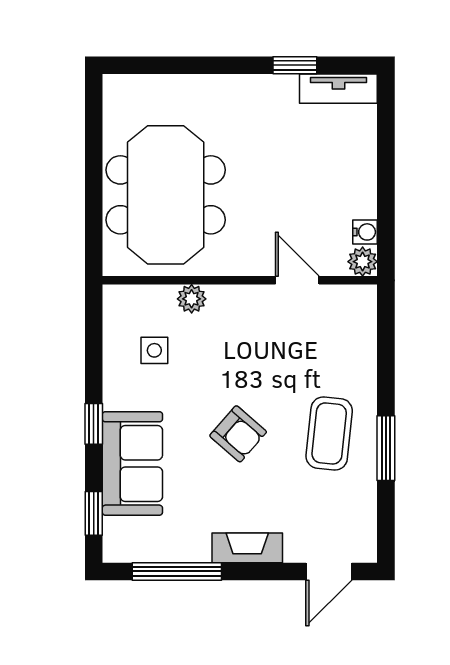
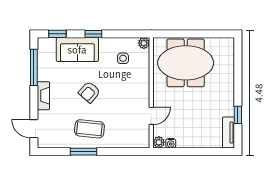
plant: (192, 299) -> (144, 43), moved

